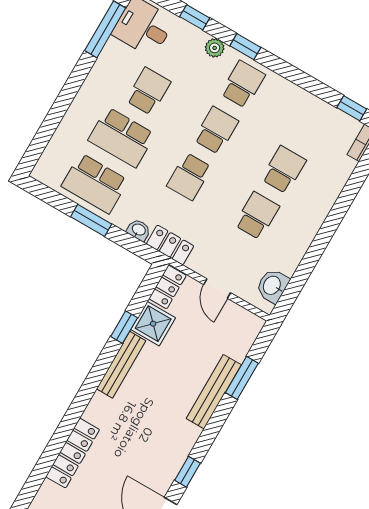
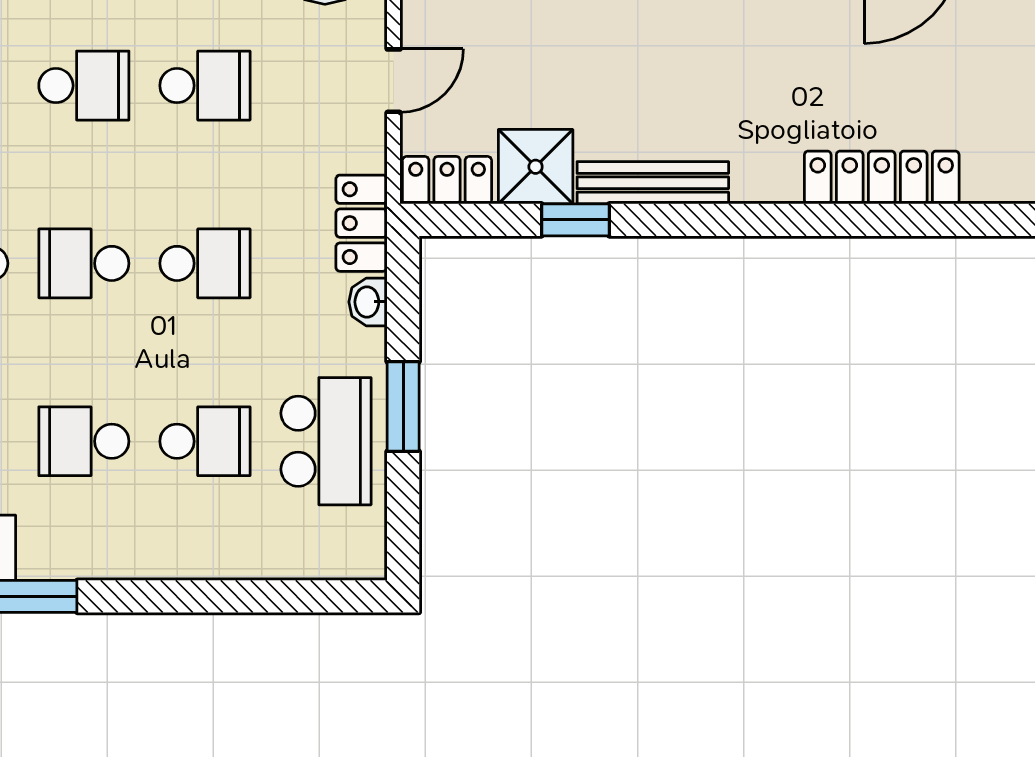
school desk: (122, 137) -> (205, 441), width x0.54
school desk: (284, 170) -> (84, 86), turned 180
school desk: (257, 216) -> (205, 86), turned 180

